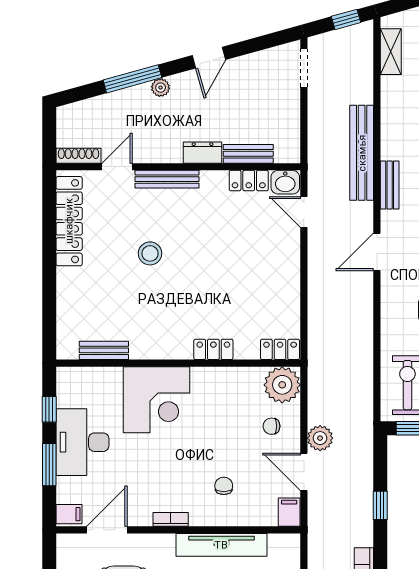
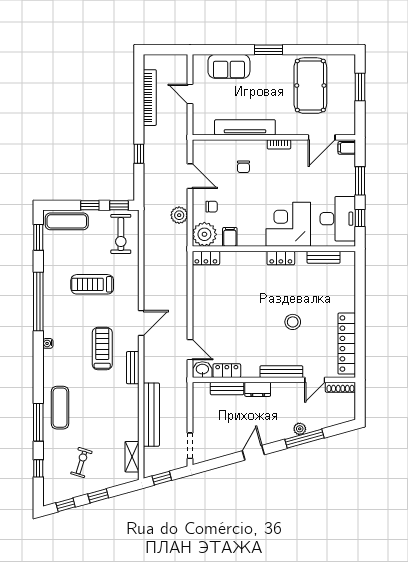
plant: (161, 88) -> (300, 429), moved
bench: (362, 153) -> (151, 415), moved
locker: (213, 349) -> (281, 258), moved
plant: (320, 438) -> (179, 215), moved
desk: (82, 442) -> (338, 219), moved
filing cabinet: (289, 512) -> (230, 237), moved, turned 180

